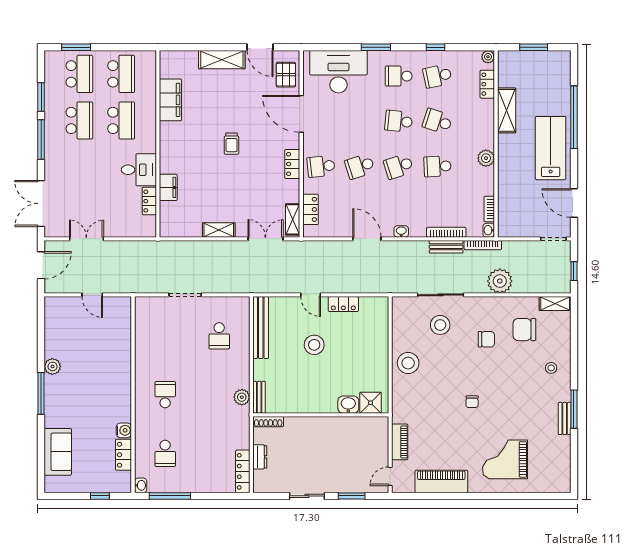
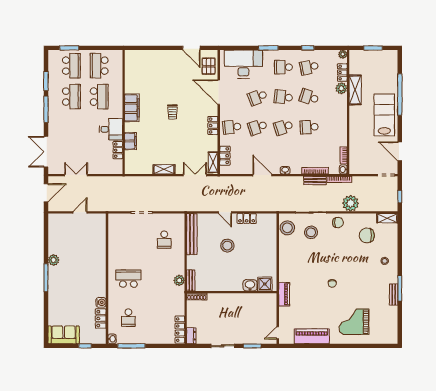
shelving: (222, 60) -> (166, 56), removed
school desk: (121, 74) -> (99, 66), turned 180
filing cabinet: (170, 100) -> (132, 108), moved
school desk: (360, 121) -> (258, 97), added
plant: (486, 158) -> (341, 88), moved
door: (92, 295) -> (80, 212), swing flipped
chair: (486, 339) -> (338, 223), moved
stool: (408, 363) -> (287, 228), moved
school desk: (165, 395) -> (128, 279), width x1.85
piano: (400, 442) -> (284, 294), moved
sofa: (58, 452) -> (64, 335), moved, turned -90
dresser: (260, 457) -> (191, 336), moved

